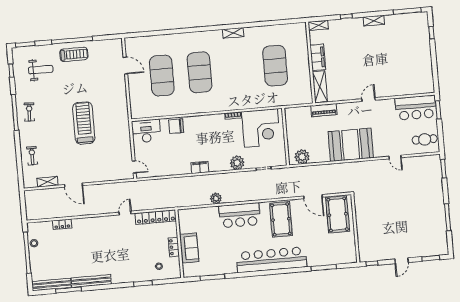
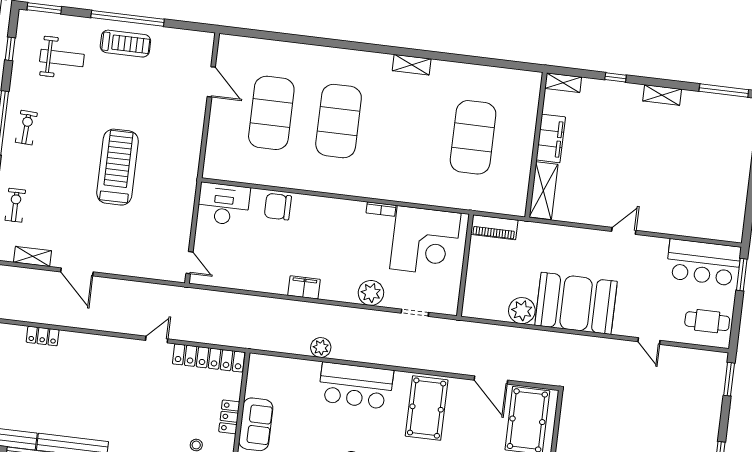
piano: (324, 110) -> (494, 227), moved
plant: (302, 157) -> (522, 311), moved

